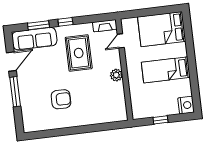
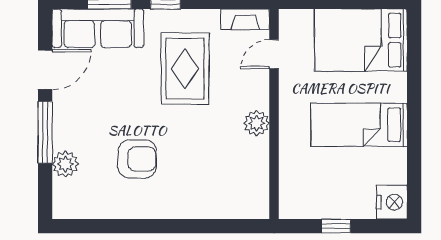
plant: (27, 106) -> (65, 164), added

